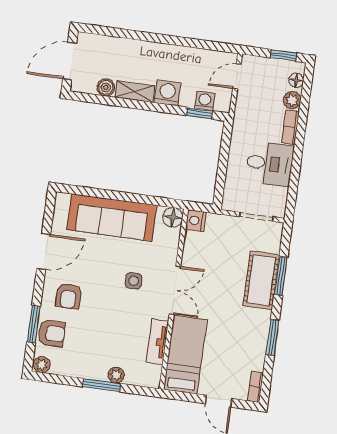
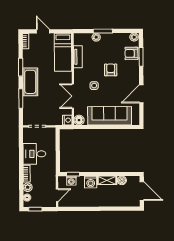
door: (70, 61) -> (142, 191), hinge flipped
cot: (261, 280) -> (30, 82), moved
double door: (175, 290) -> (73, 96), moved
armchair: (69, 296) -> (111, 70), moved

